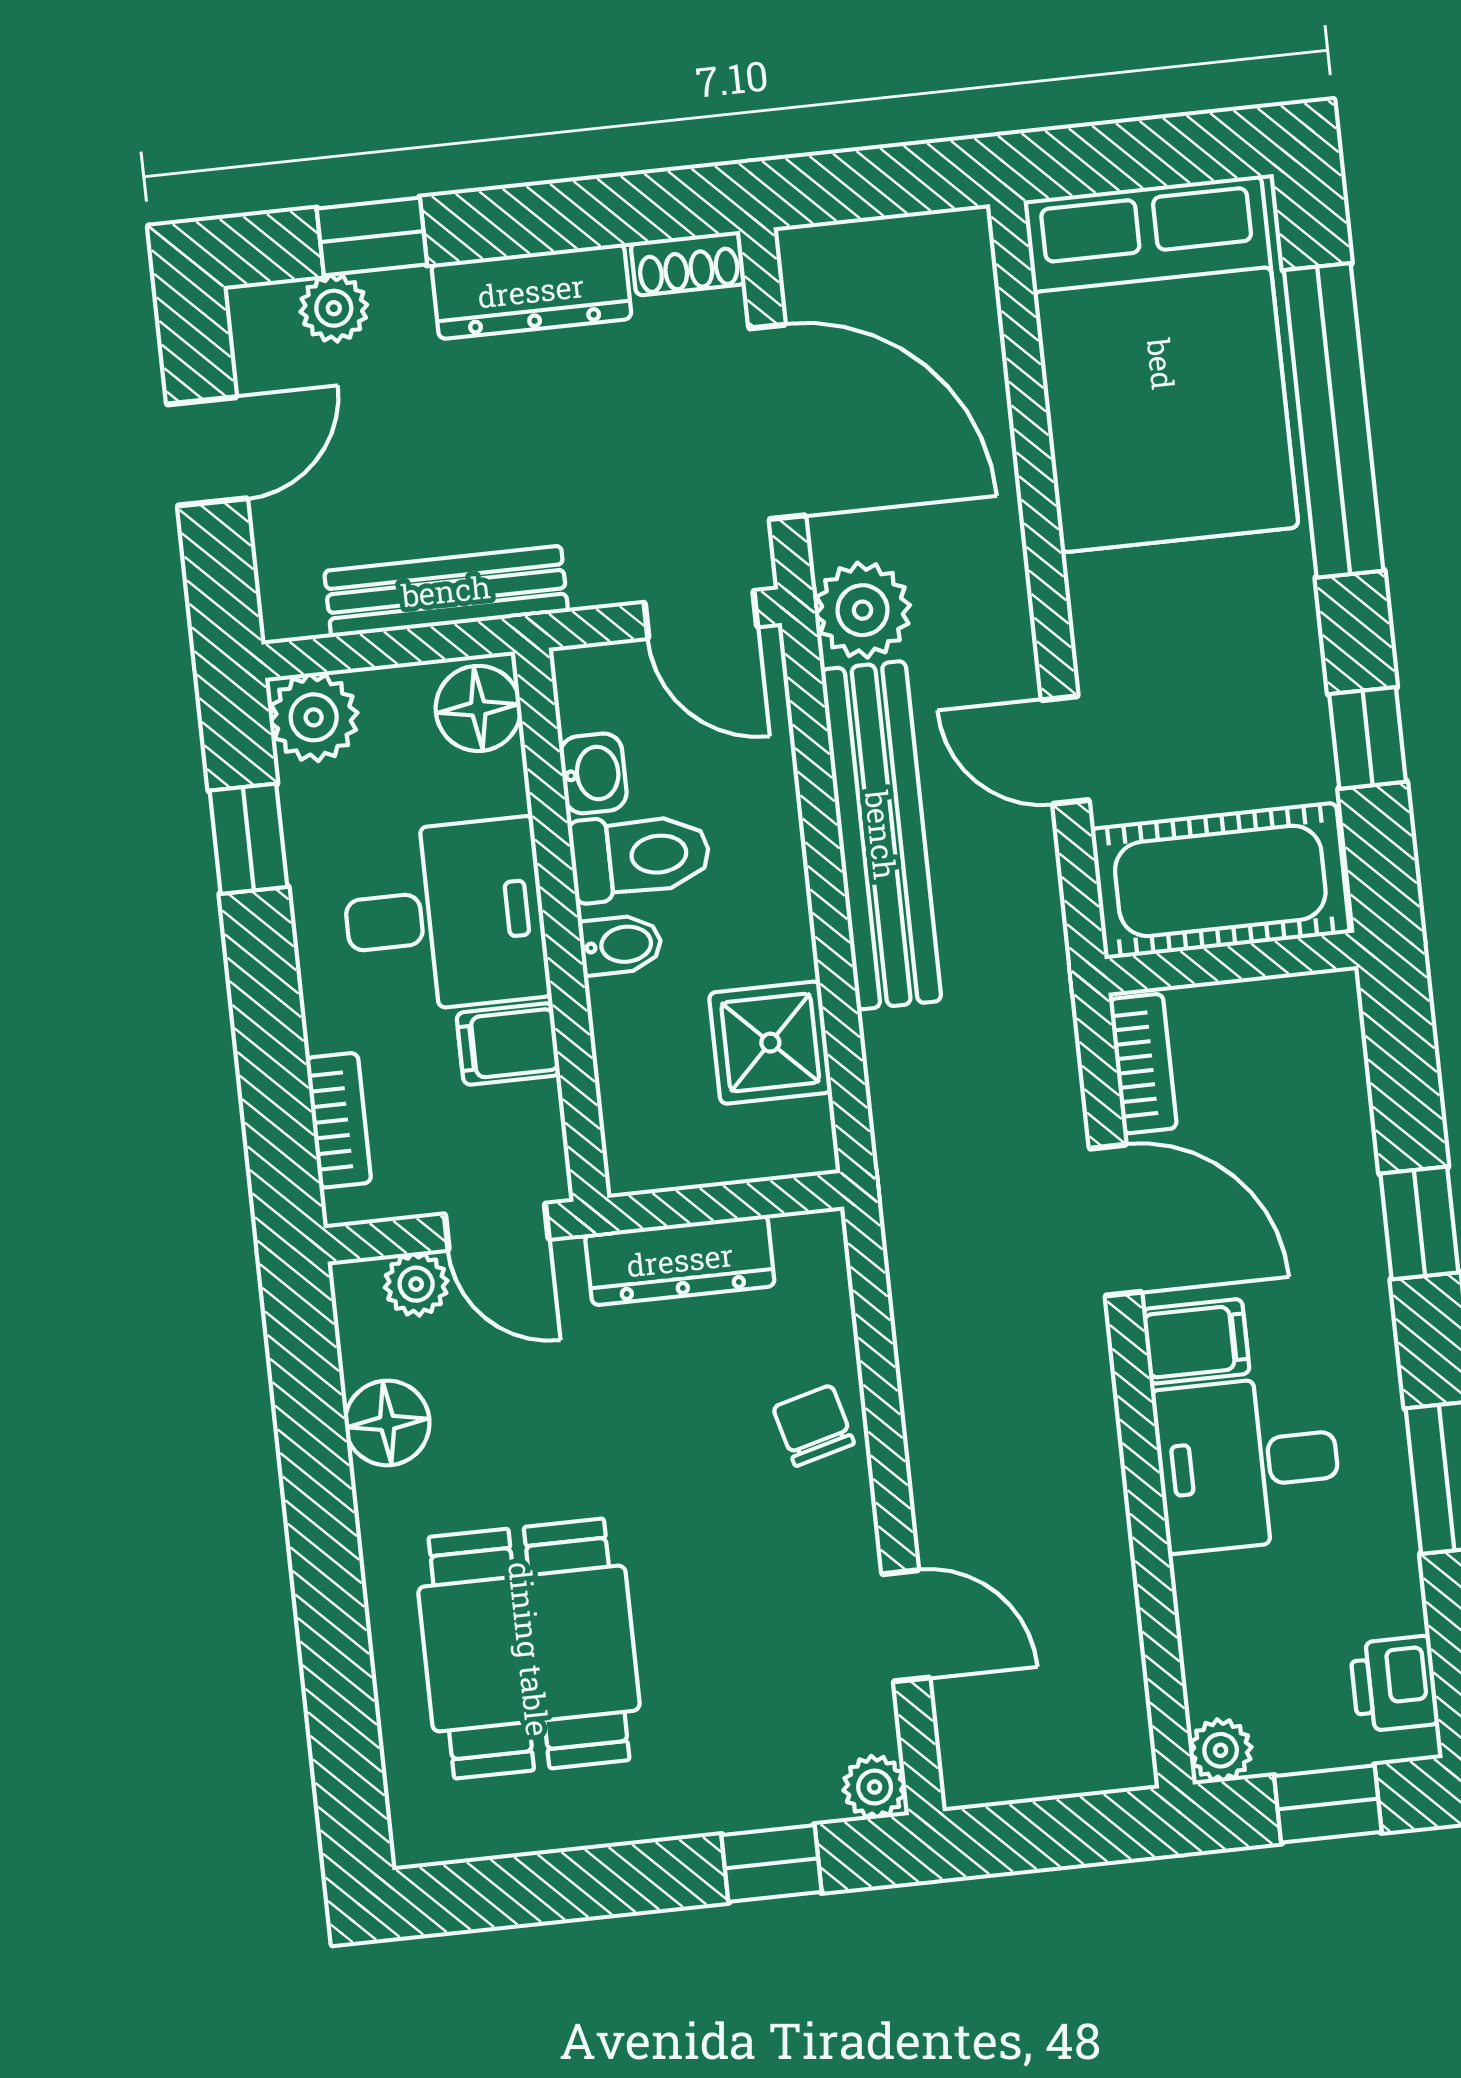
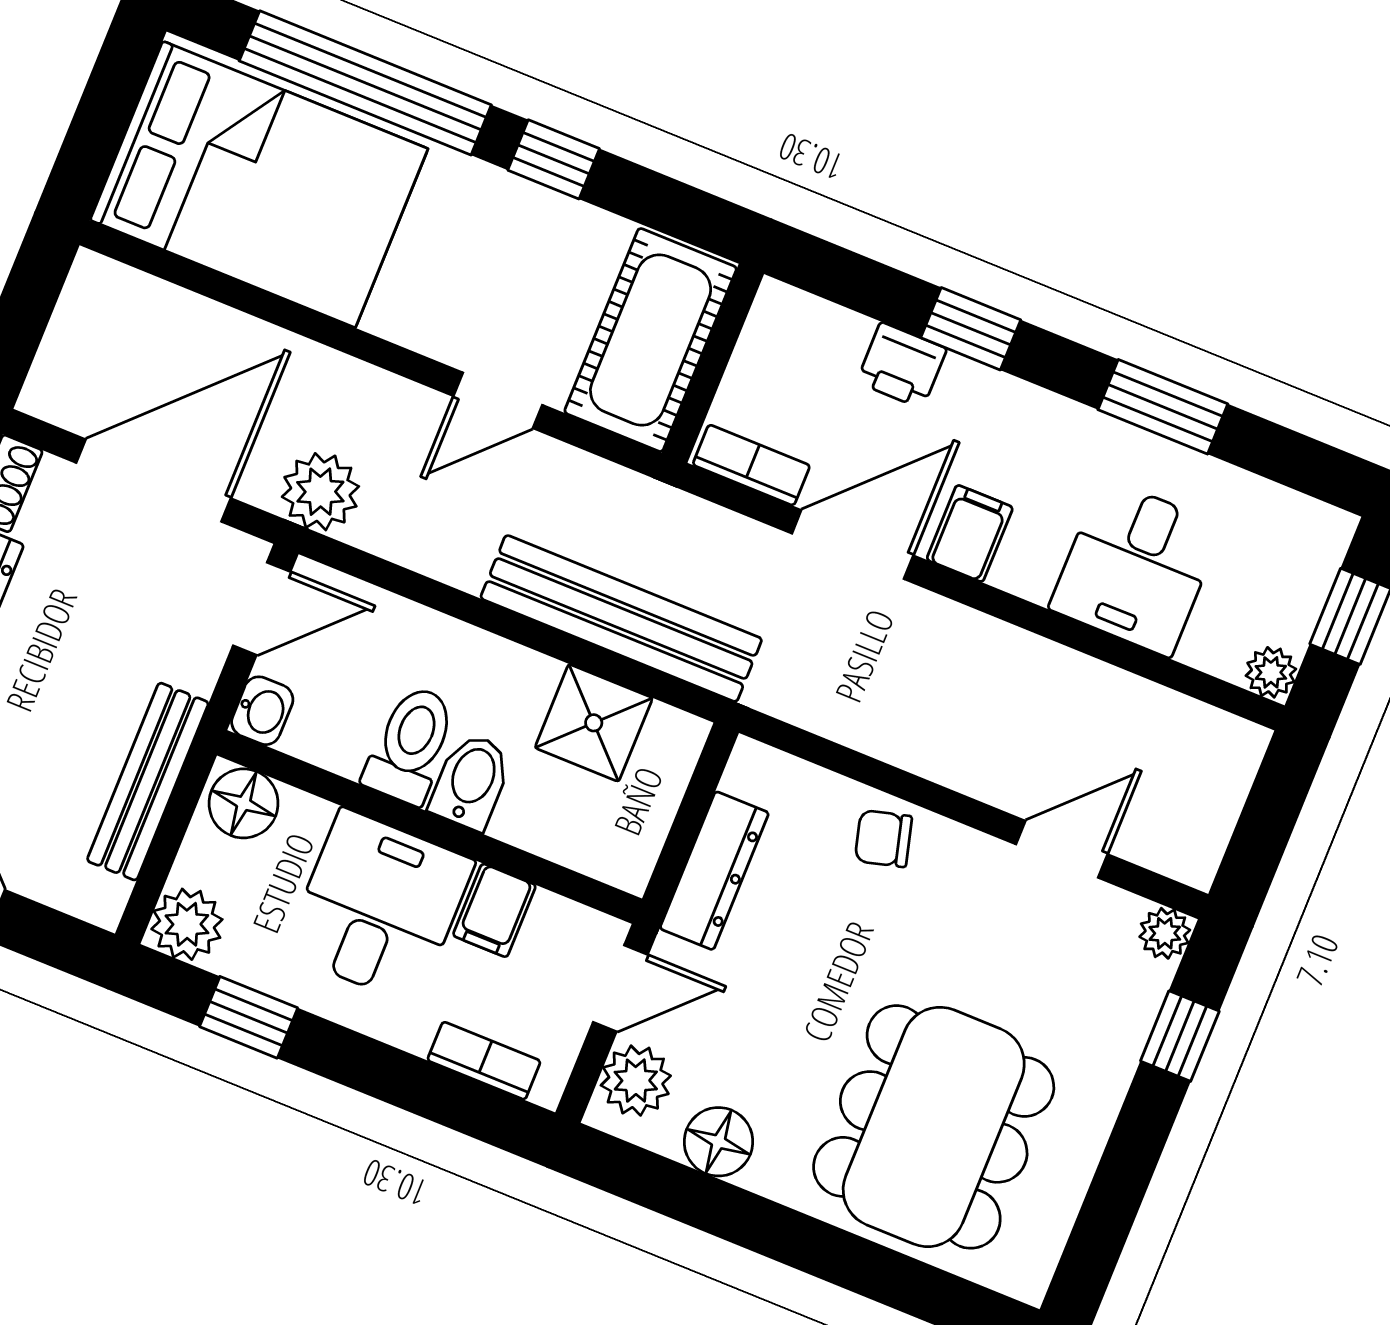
window: (1368, 738) -> (554, 159), moved
washbasin: (593, 773) -> (262, 711), moved, turned 90
bench: (881, 835) -> (621, 619), moved
bidet: (621, 945) -> (471, 781), width x1.38, depth x1.36
plant: (416, 1284) -> (636, 1081), width x1.38, depth x1.38
desk: (1248, 1463) -> (1136, 567), moved
dining table: (529, 1649) -> (934, 1127), width x1.38
printer: (1394, 1684) -> (902, 365), moved

